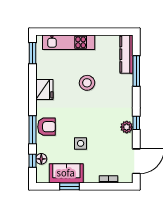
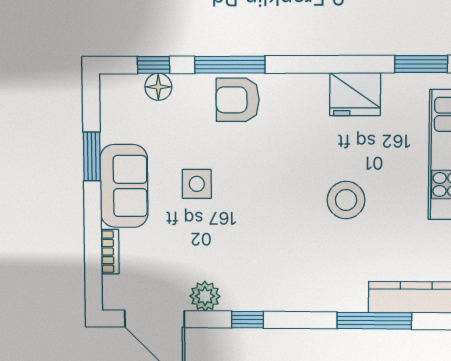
fridge: (44, 90) -> (355, 94), moved
armchair: (47, 127) -> (238, 100), turned 90
plant: (127, 127) -> (205, 296), moved
sofa: (66, 173) -> (124, 186), moved

